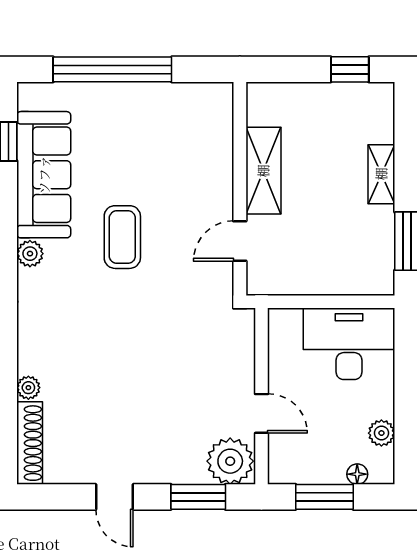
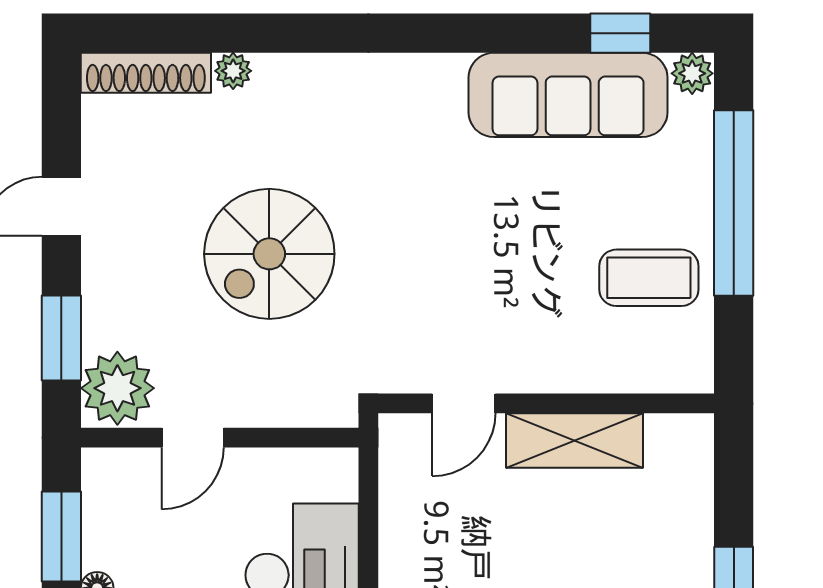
coffee table: (122, 237) -> (649, 278), moved
door: (240, 241) -> (464, 403), swing flipped
plant: (30, 254) -> (692, 73), moved
spiral stairs: (145, 365) -> (269, 254), added

